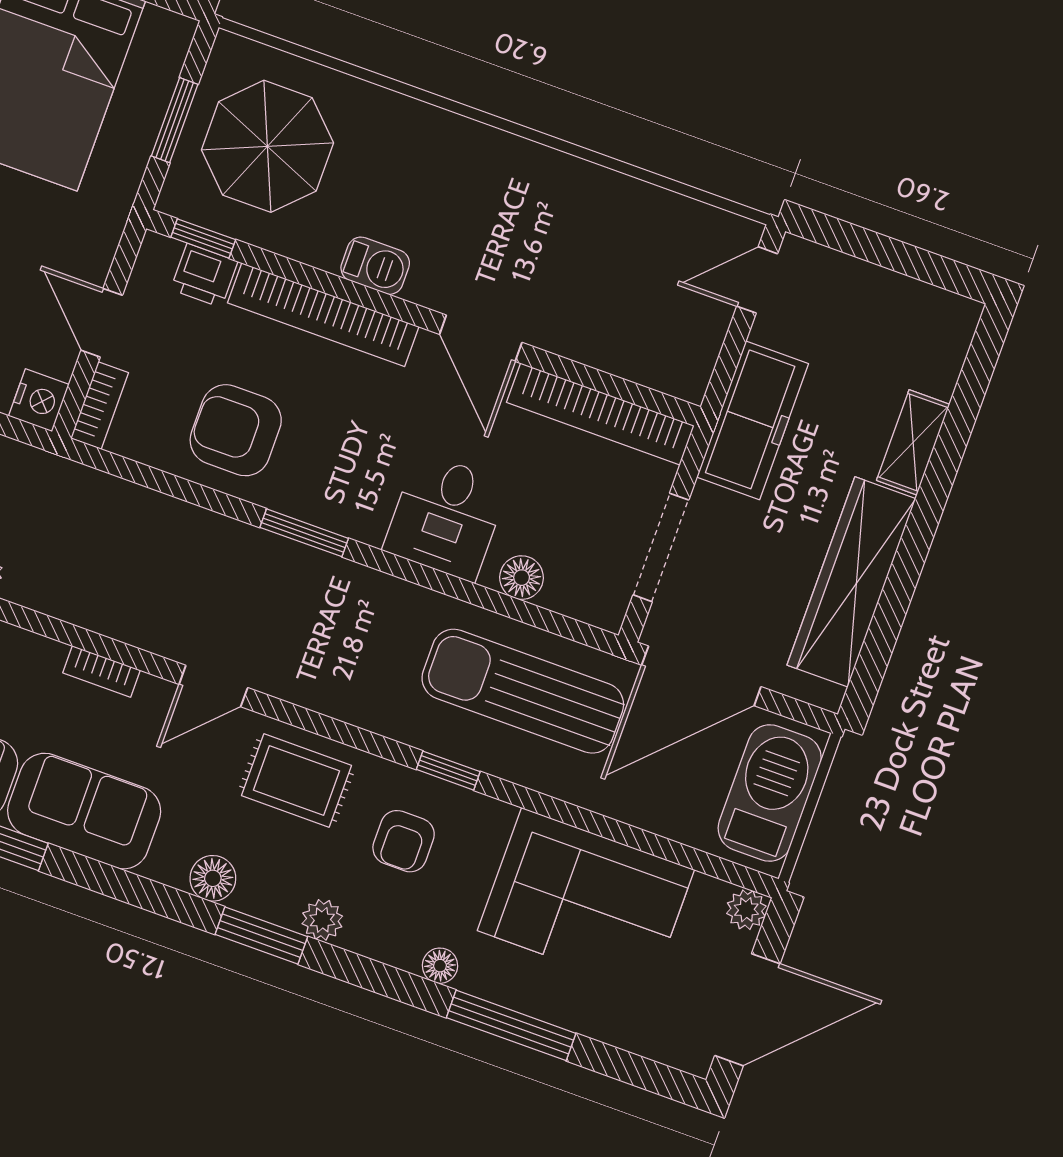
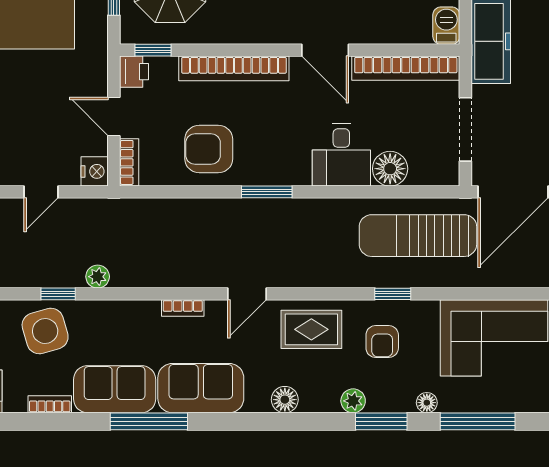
barbecue: (375, 266) -> (446, 26), moved, turned -90
printer: (204, 275) -> (134, 72), moved, turned -90
floor lamp: (522, 578) -> (390, 169), width x1.38, depth x1.38
window: (261, 936) -> (381, 421), moved

